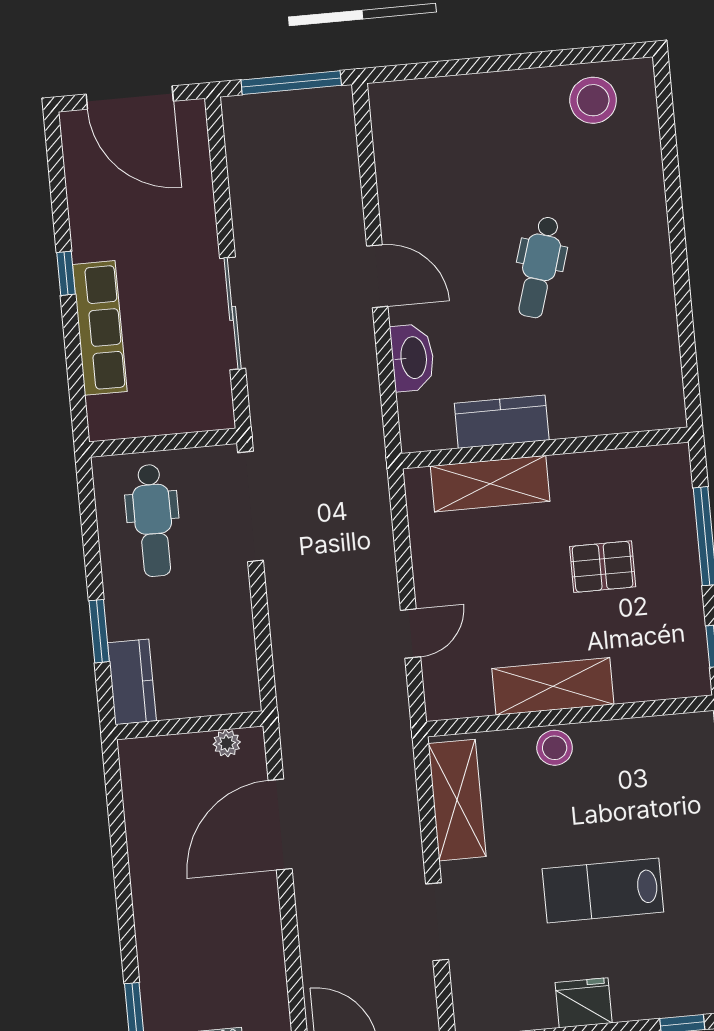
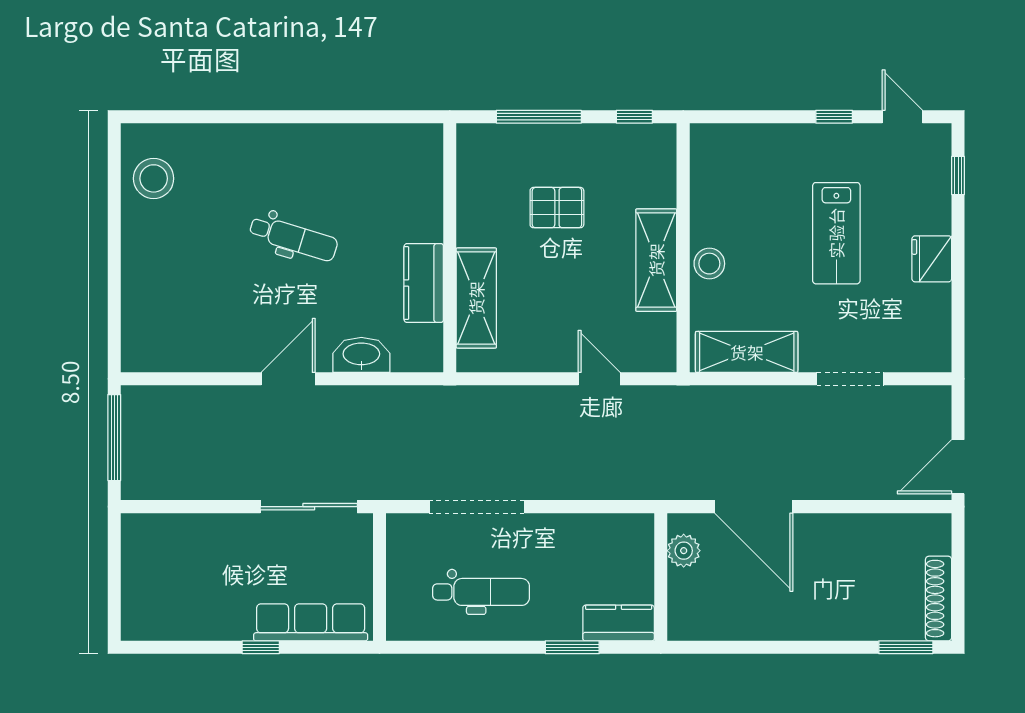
door: (130, 98) -> (114, 578), removed
wall: (163, 443) -> (380, 577), moved
pallet: (603, 567) -> (557, 208), turned 90
plant: (227, 743) -> (684, 551), width x1.38, depth x1.38

